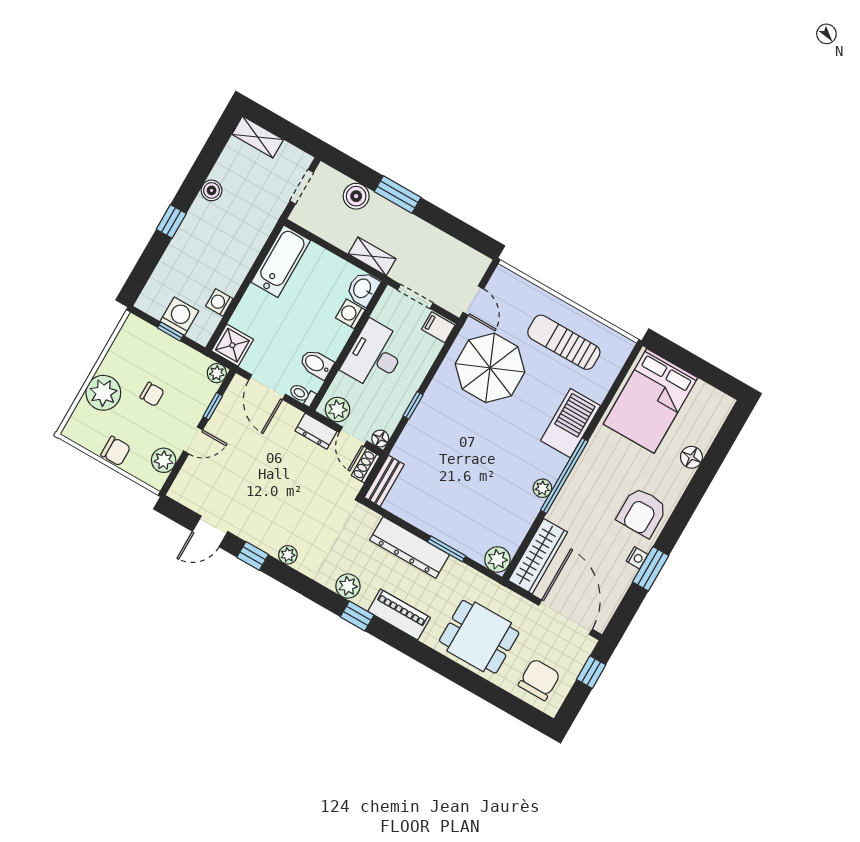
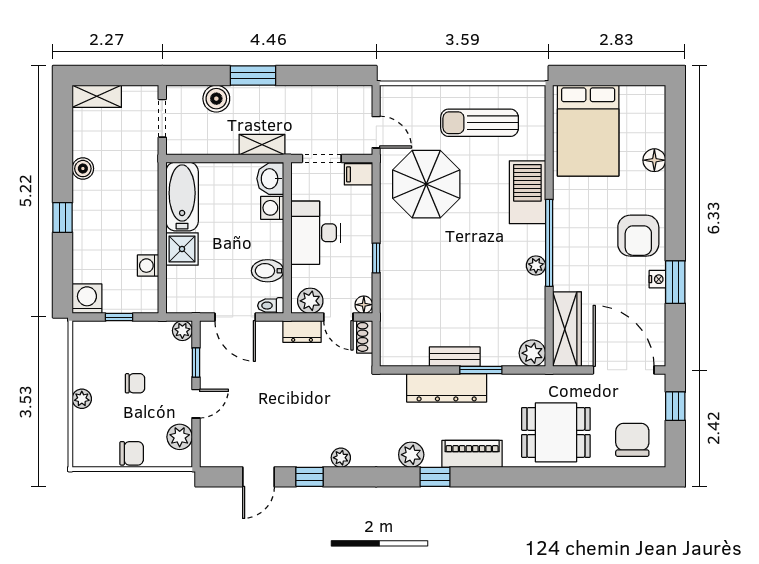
washing machine: (179, 316) -> (87, 299), moved
shower: (232, 345) -> (182, 249), moved
plant: (103, 393) -> (82, 399), width x0.53, depth x0.53
bench: (384, 481) -> (455, 357), moved, turned 90

